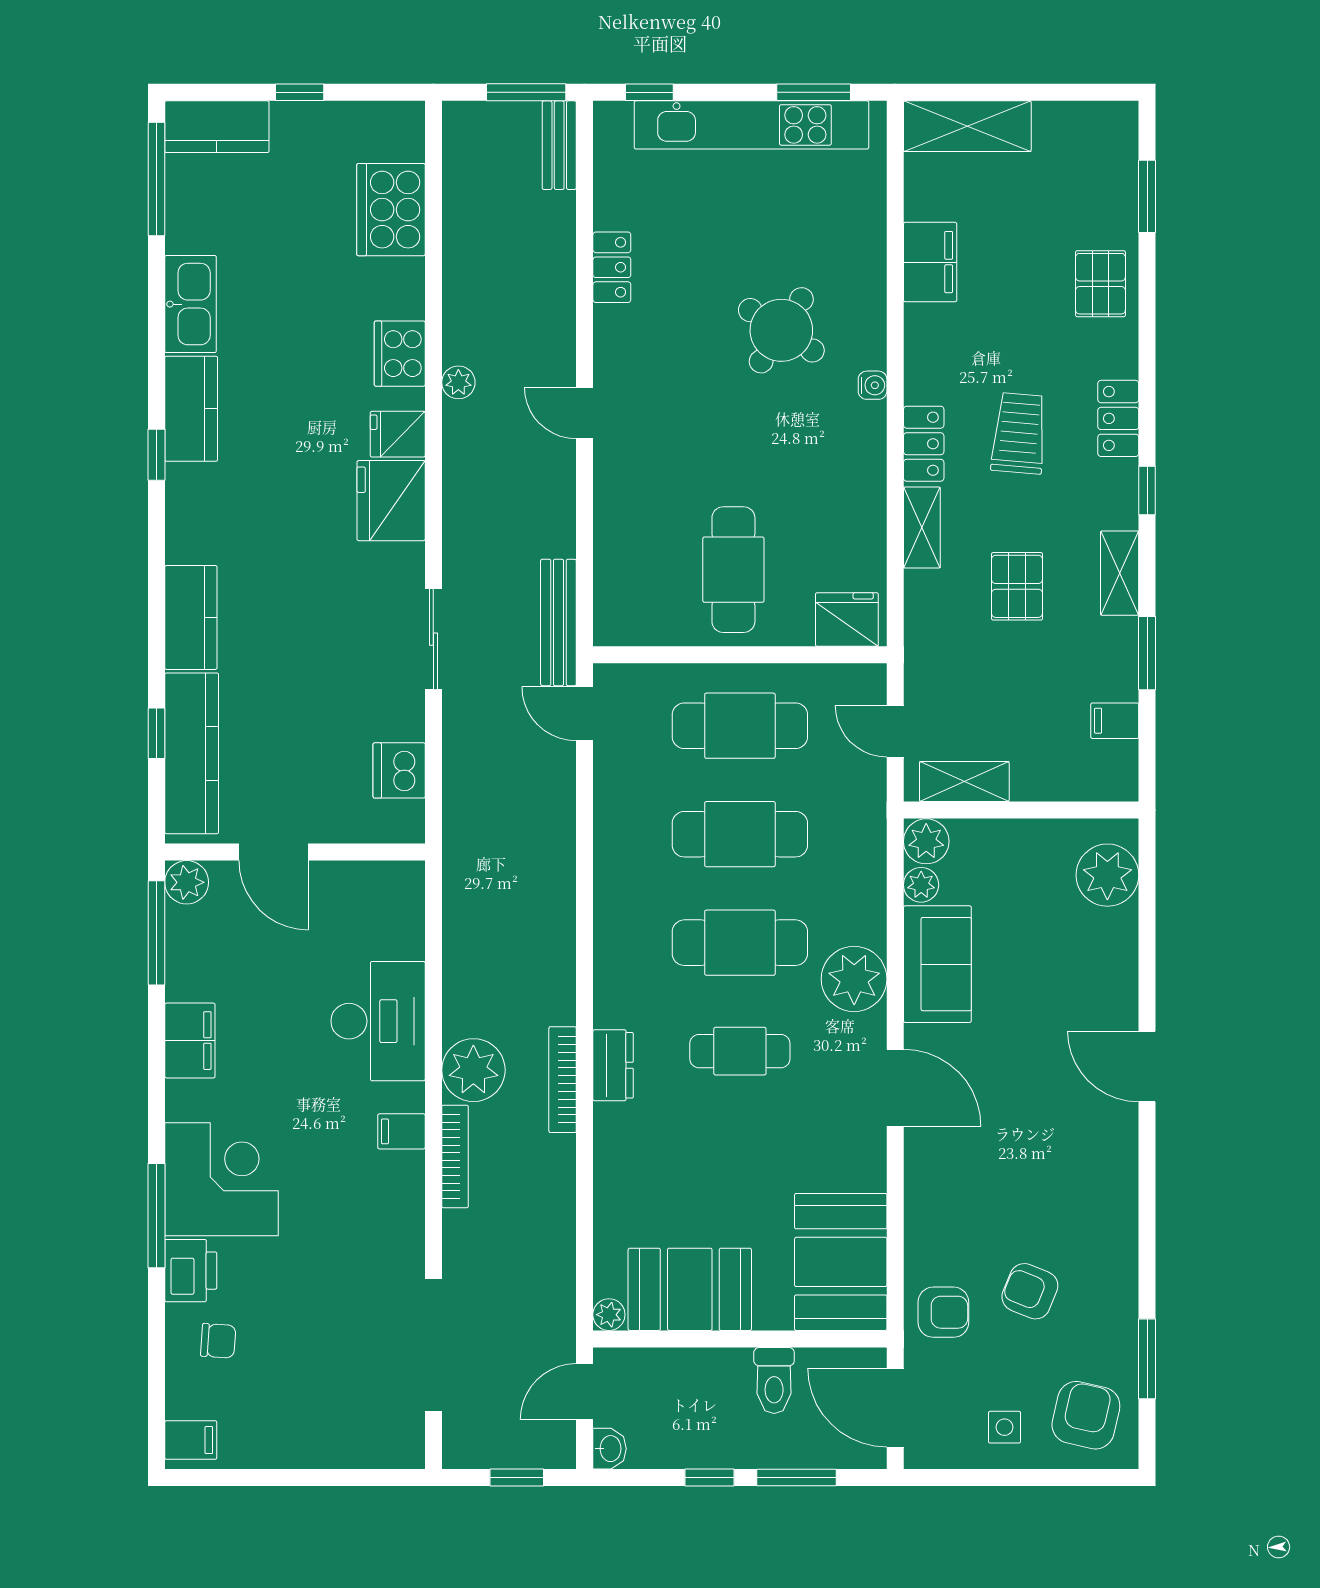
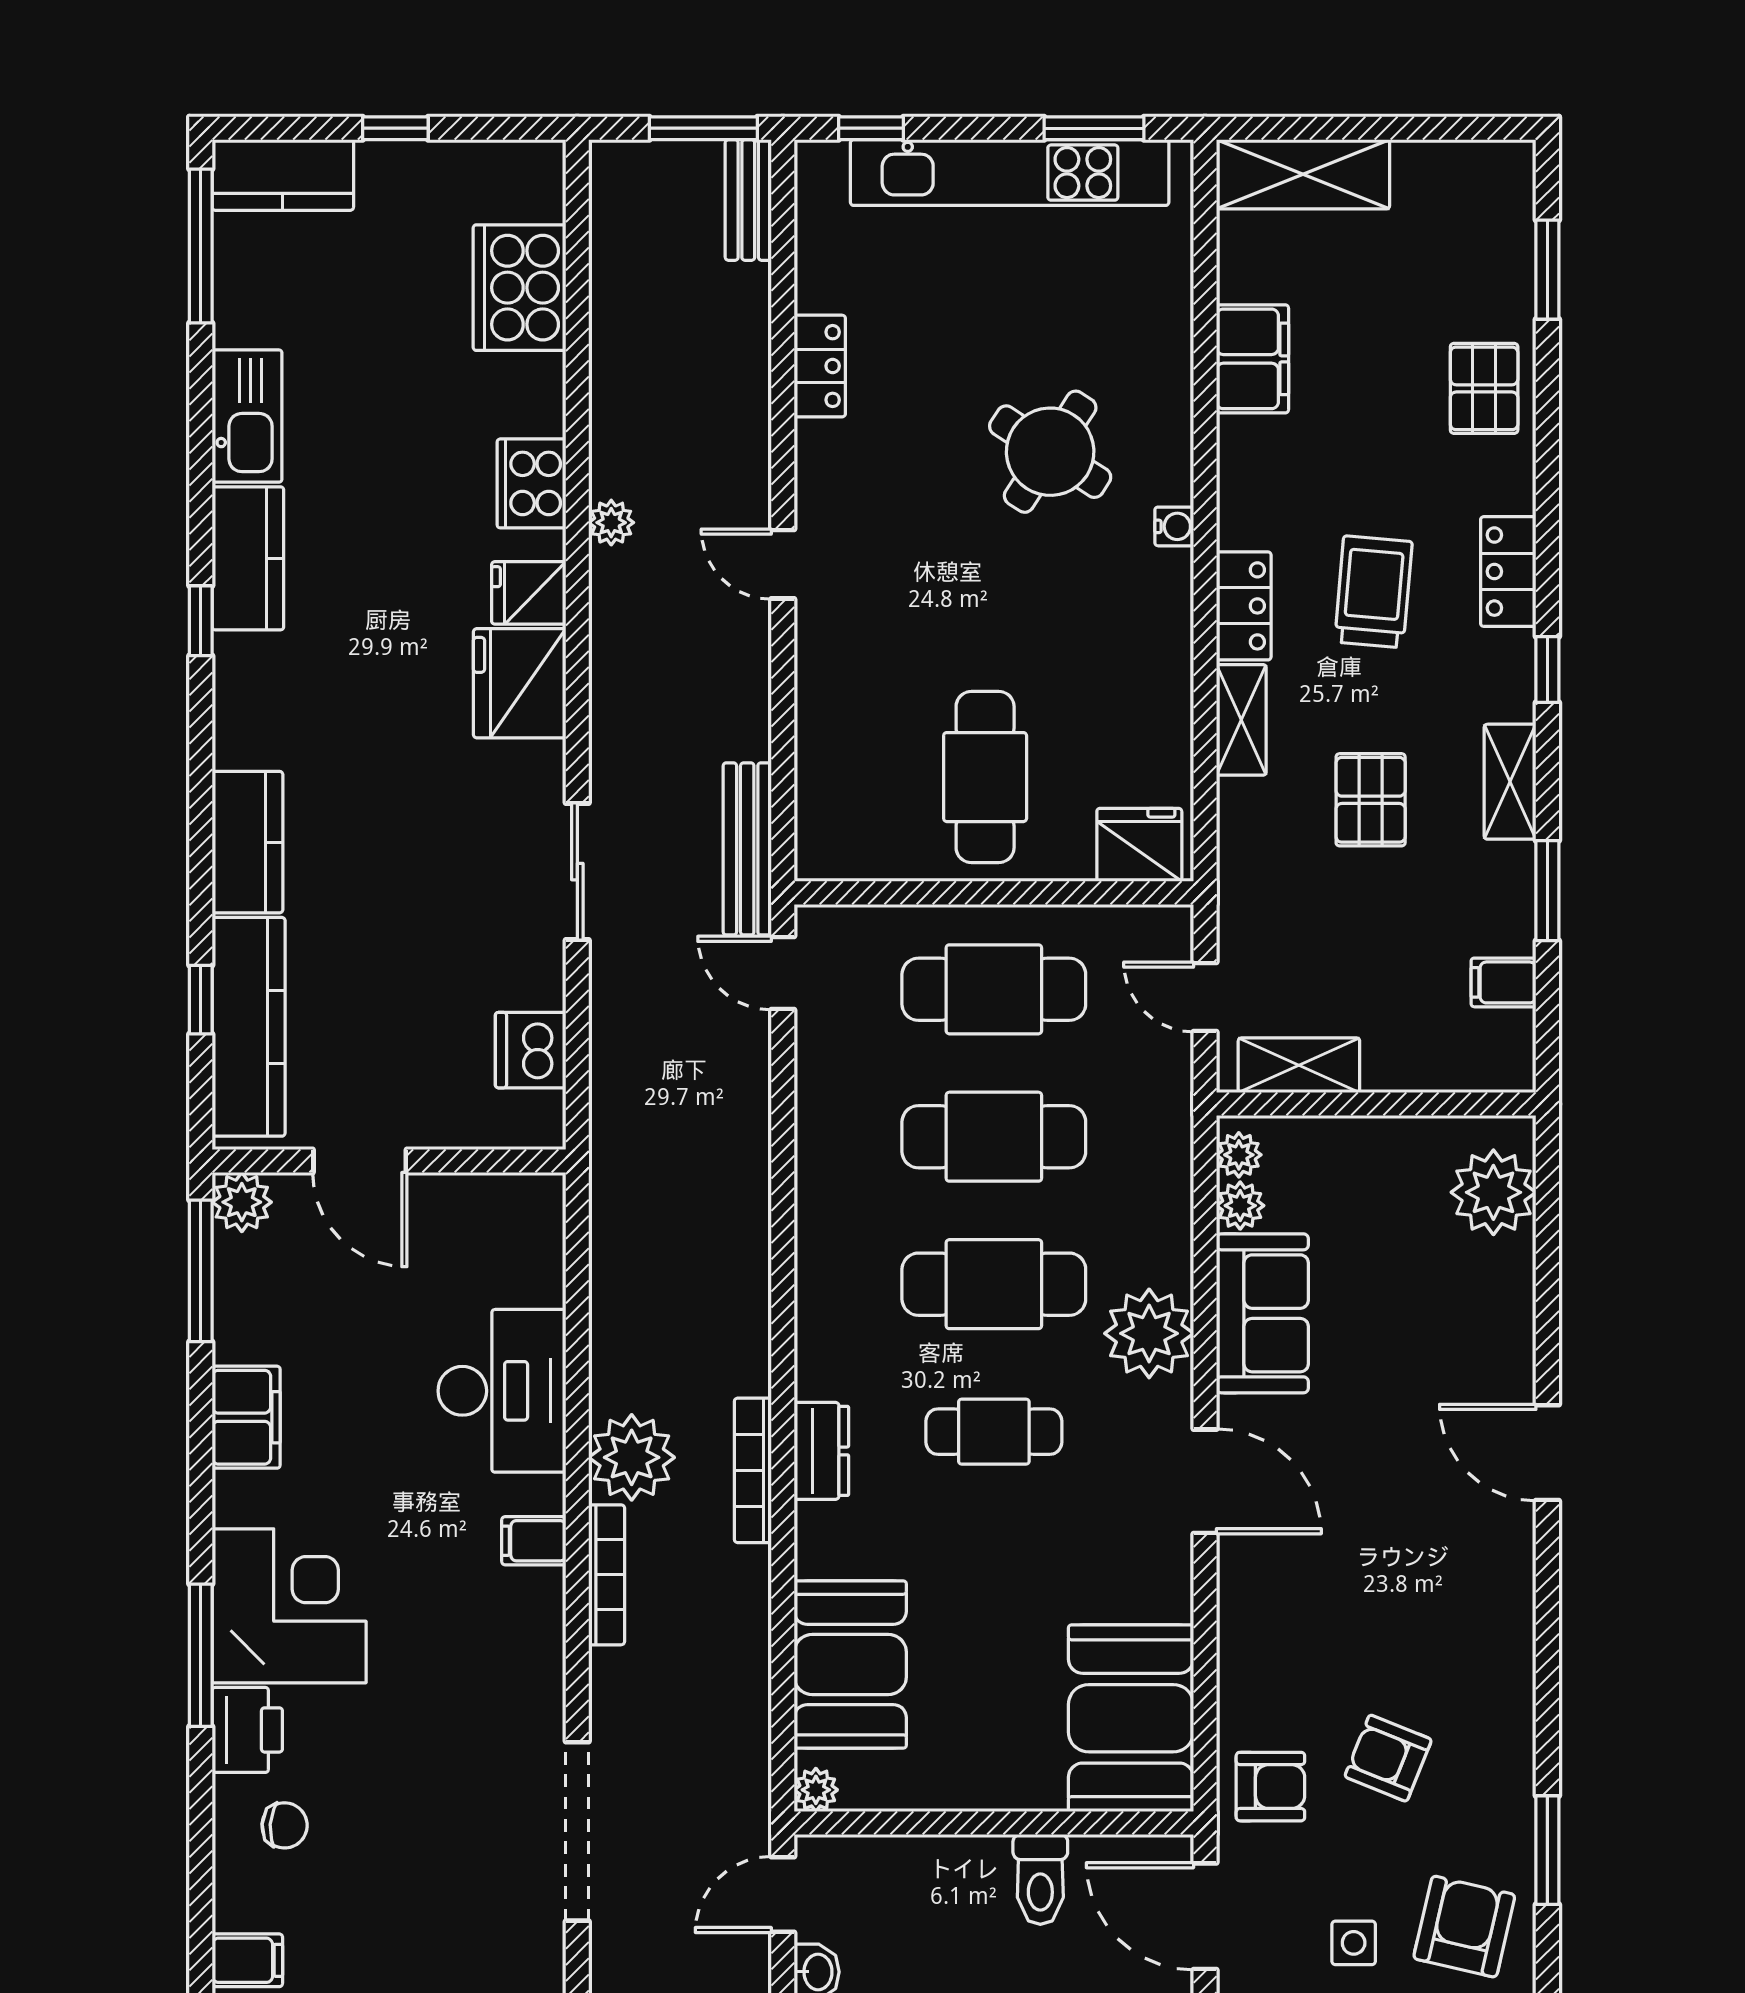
plant: (926, 841) -> (1239, 1155), width x0.73, depth x0.73
booth: (690, 1289) -> (850, 1665), moved, turned 90

